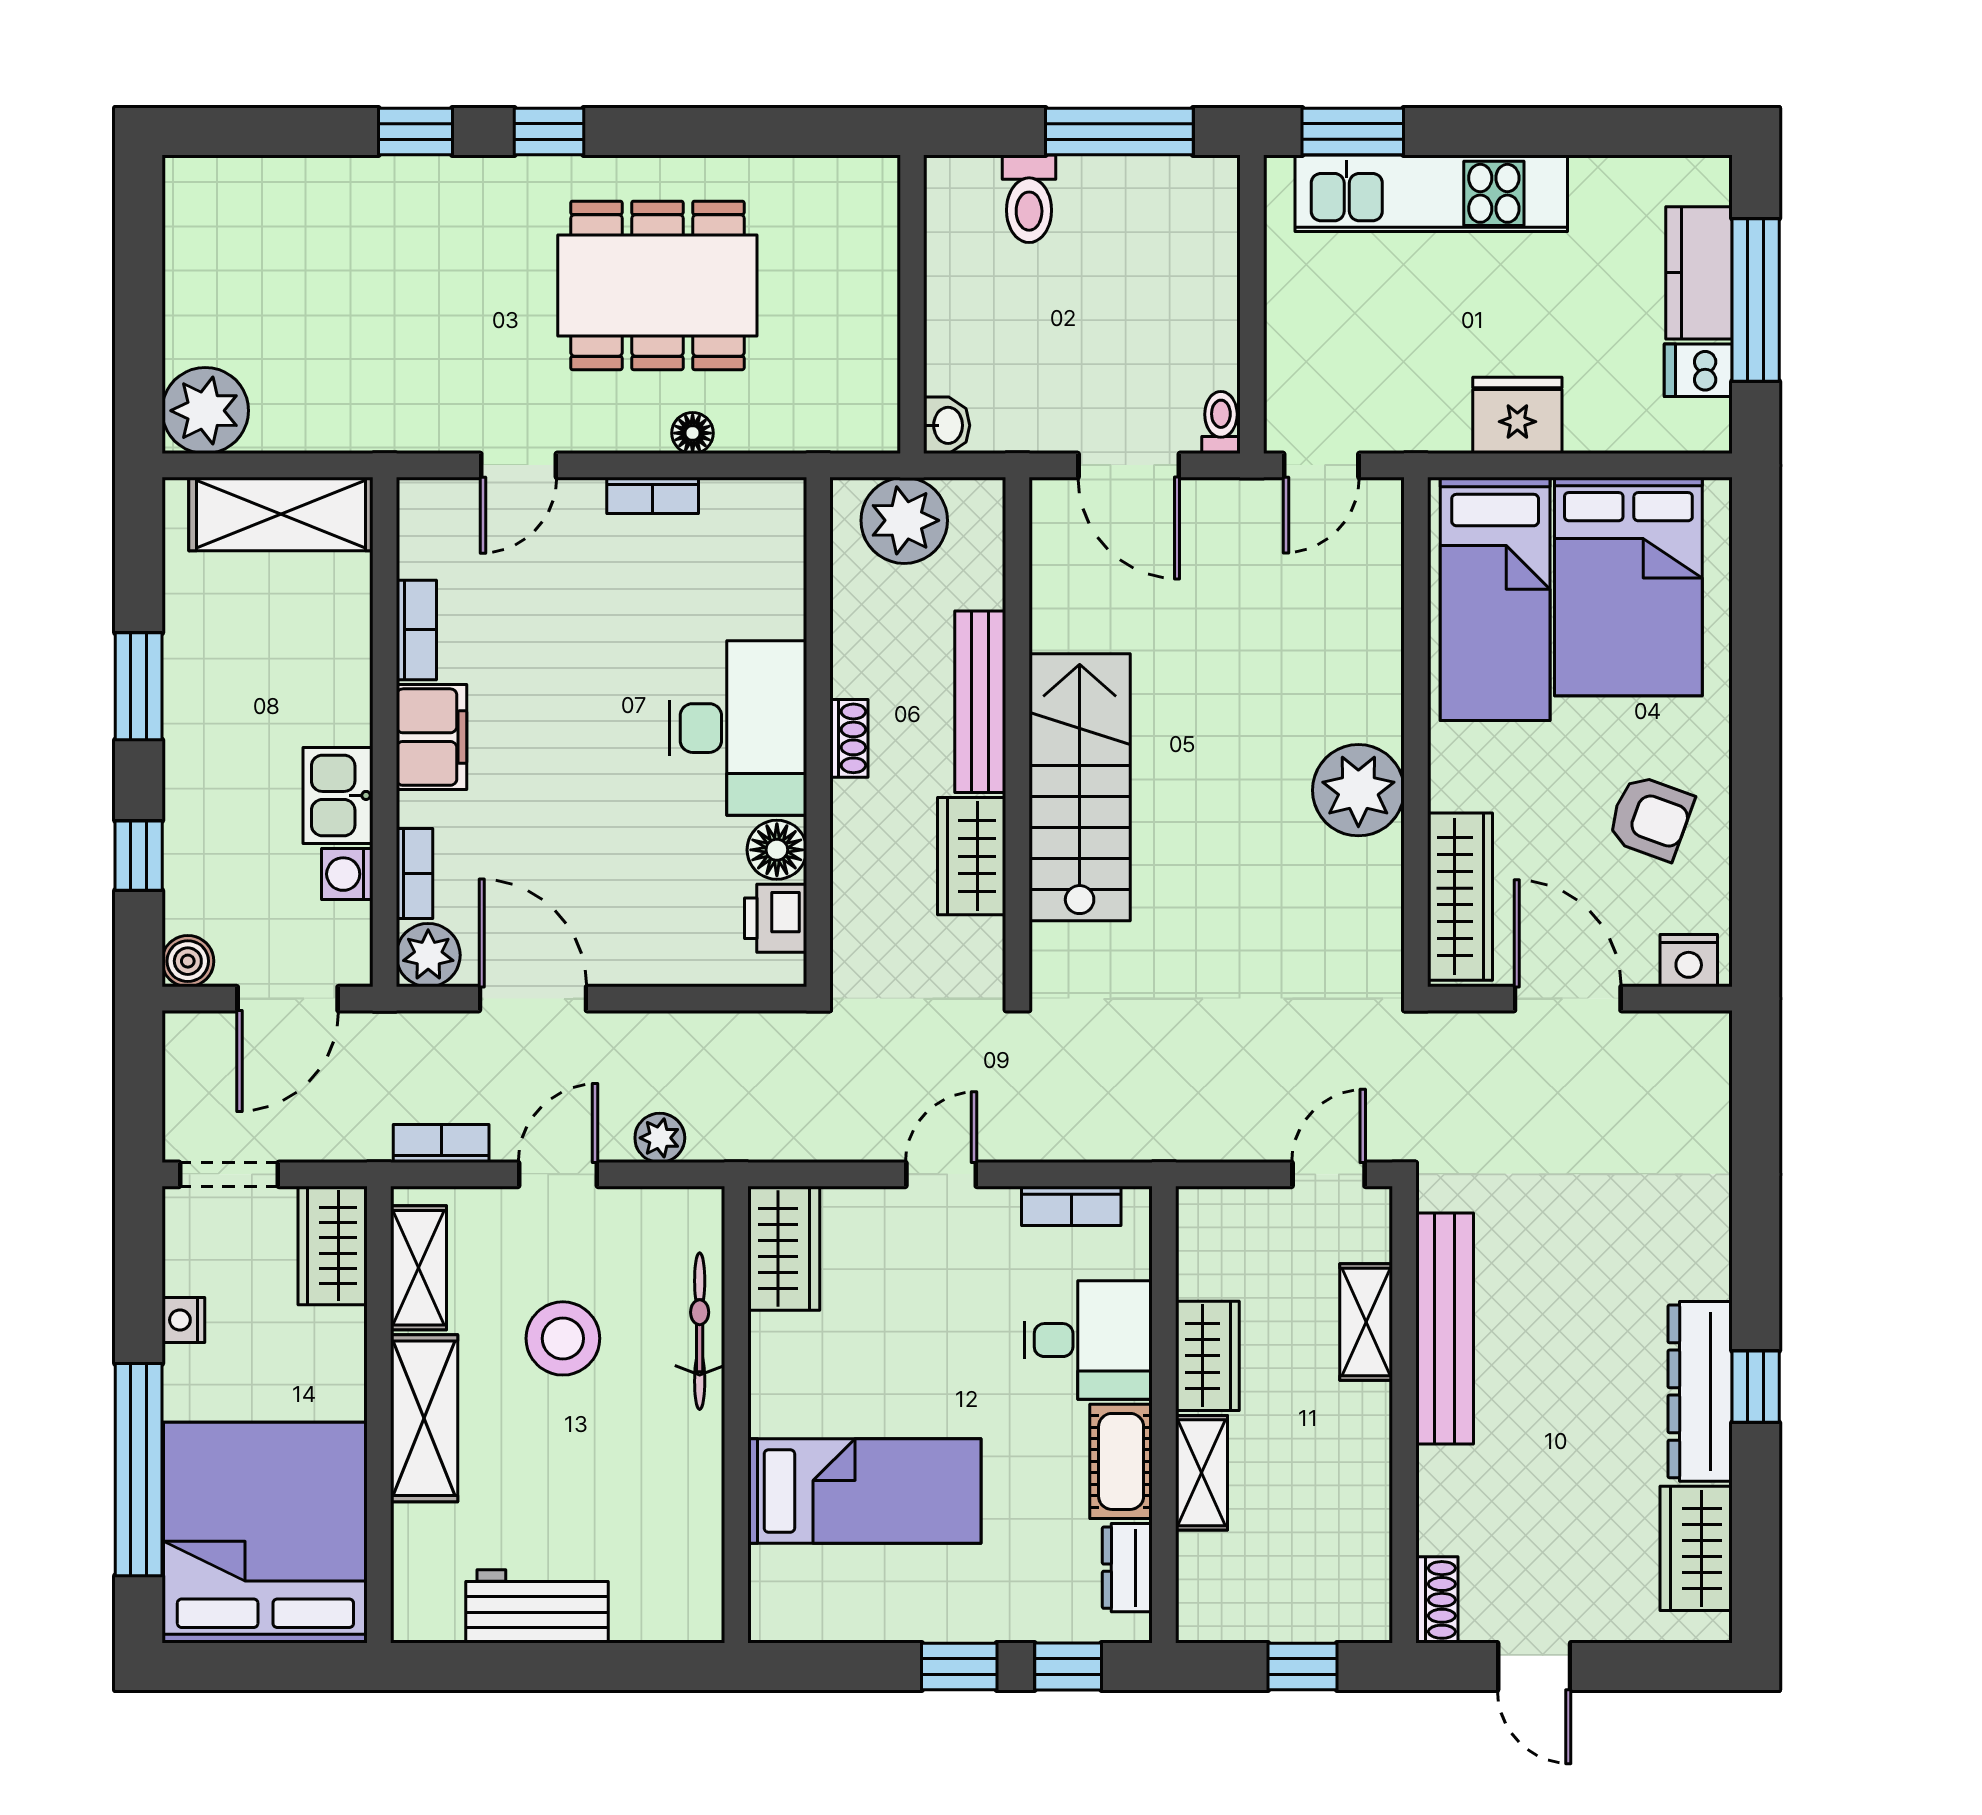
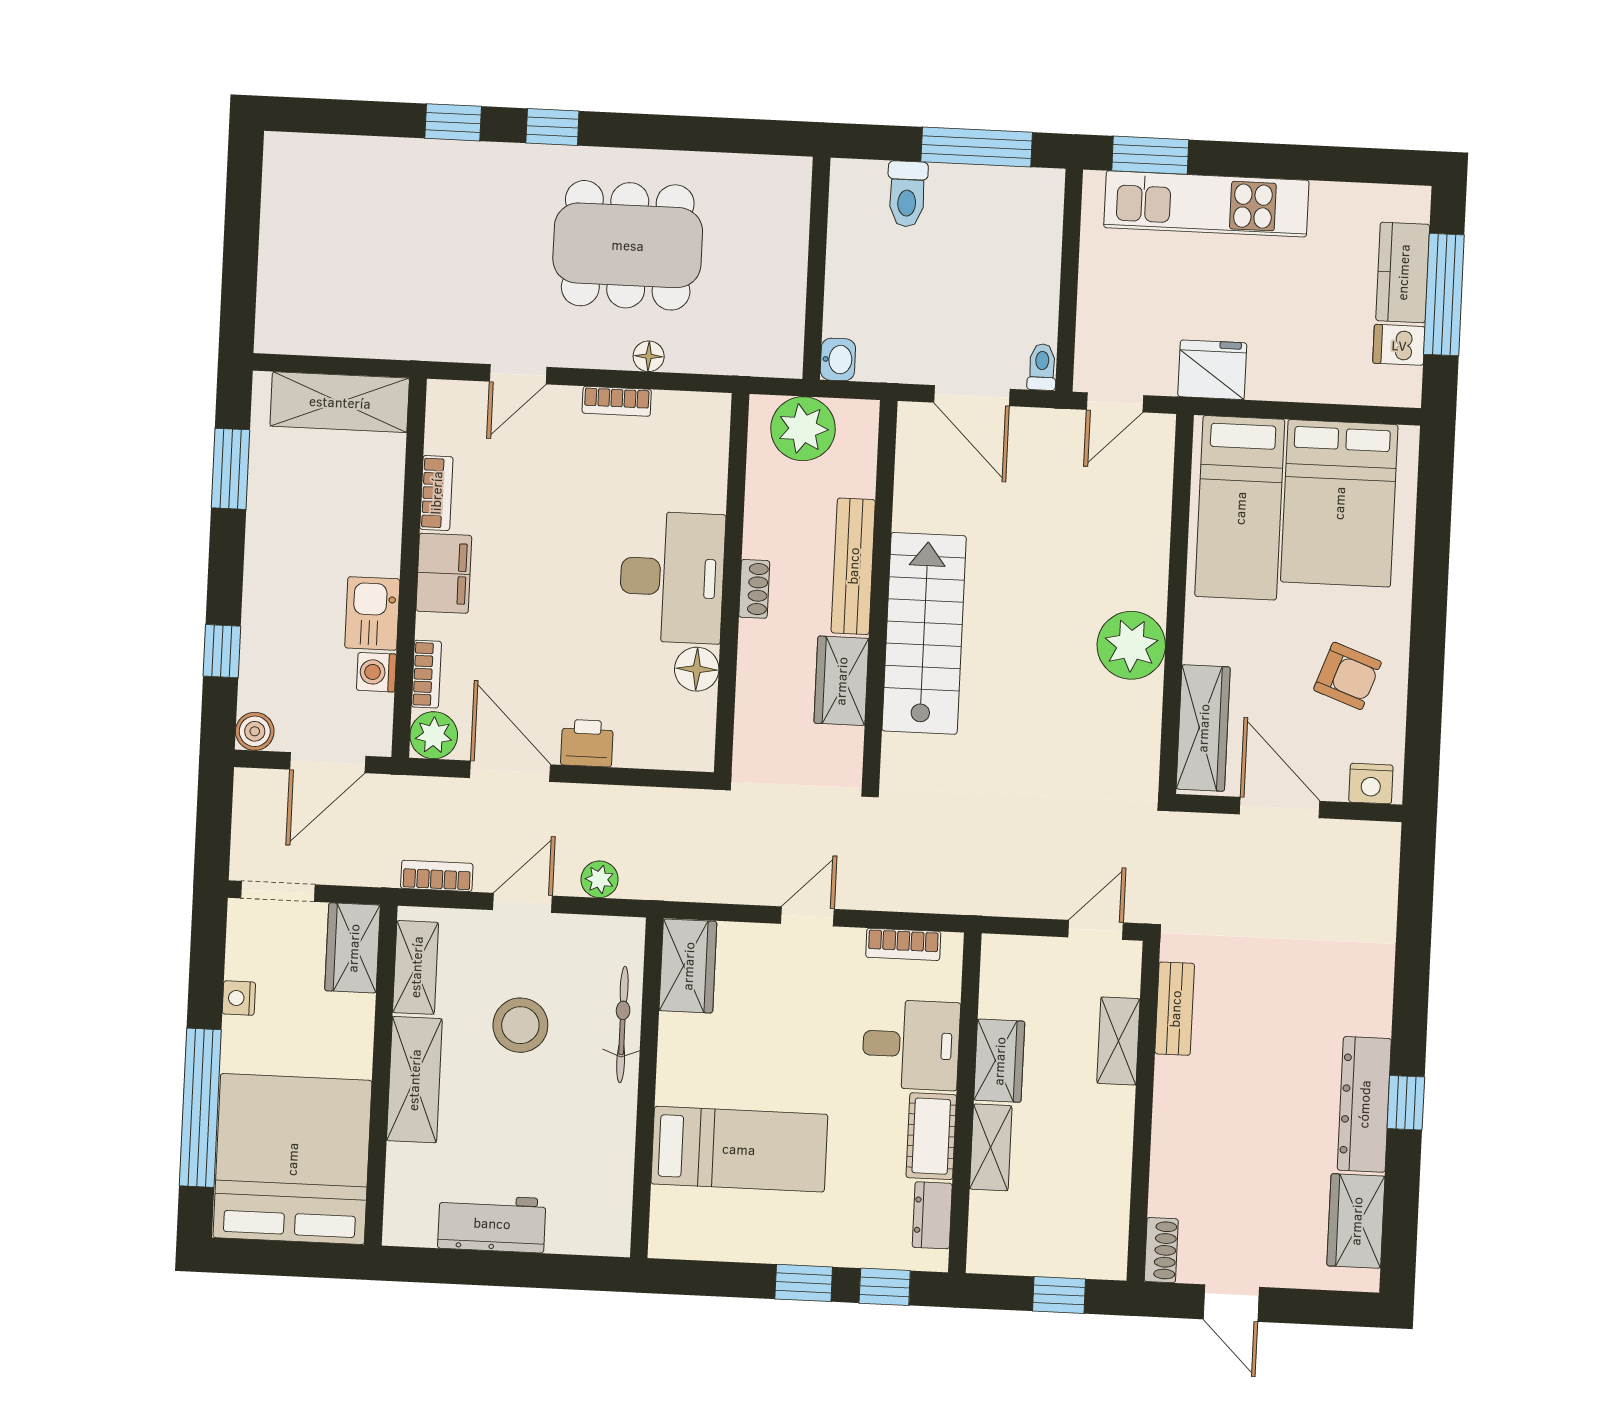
plant: (205, 411) -> (287, 322), removed
fridge: (1517, 415) -> (1212, 370), moved
window: (139, 686) -> (230, 469), moved
printer: (776, 918) -> (587, 743), moved, turned 90
bench: (1445, 1328) -> (1175, 1009), width x0.54, depth x0.82

